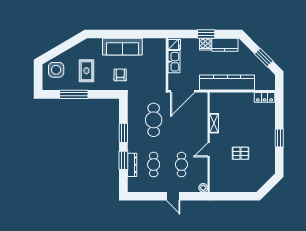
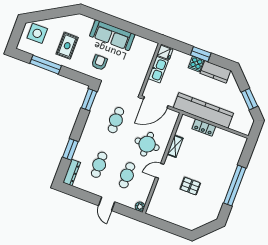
locker: (264, 97) -> (204, 127), moved
cafe table: (154, 120) -> (116, 120), width x0.73, depth x0.74
round table: (189, 131) -> (147, 144), added
window: (123, 133) -> (89, 100), moved
window: (279, 138) -> (235, 186), width x2.11
dresser: (132, 165) -> (72, 172), moved

